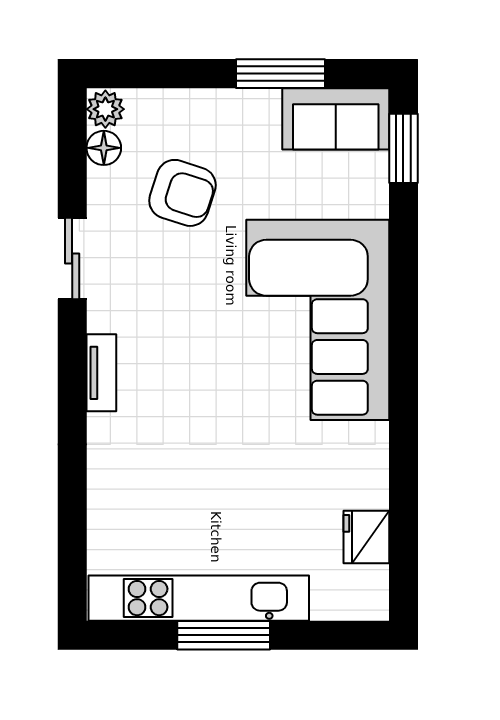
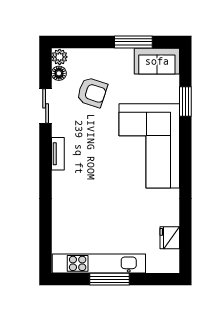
window: (403, 148) -> (185, 102), moved
sliding door: (72, 258) -> (46, 106), moved
tv unit: (101, 373) -> (58, 154), moved

